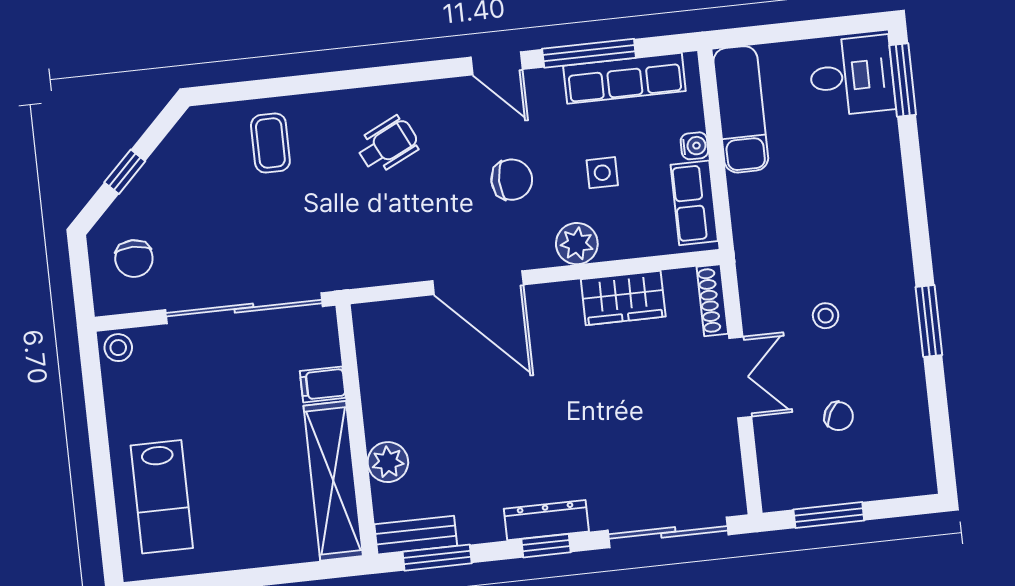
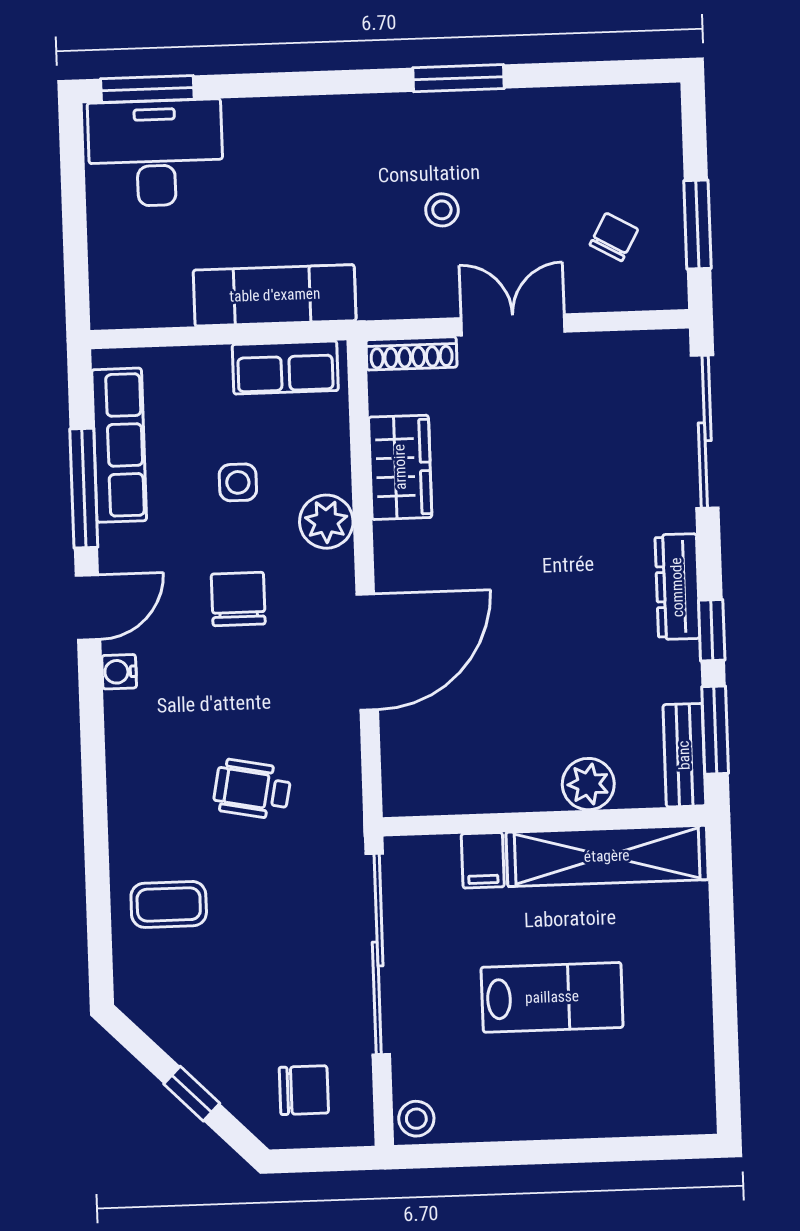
desk: (852, 76) -> (156, 153), width x1.37
exam couch: (741, 109) -> (275, 295), moved
wheelchair: (388, 145) -> (252, 789), moved, turned -53
water cooler: (694, 146) -> (119, 672), moved, turned -90
chair: (839, 416) -> (614, 237), moved
lab bench: (162, 497) -> (552, 997), moved
window: (546, 546) -> (712, 630), moved

